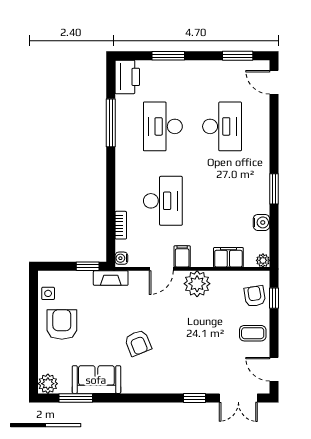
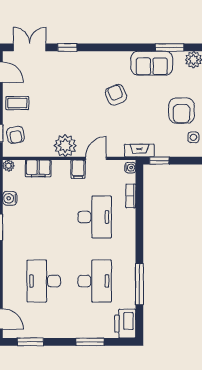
desk: (163, 201) -> (95, 217), turned 180

